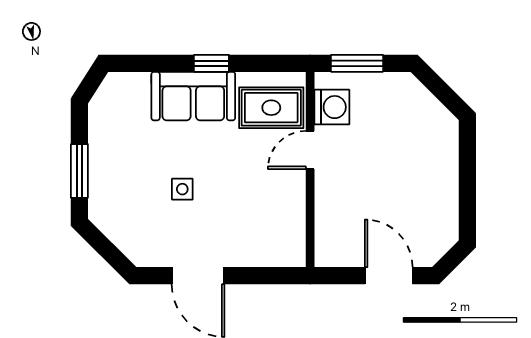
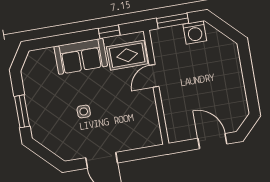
window: (211, 63) -> (109, 32), moved
washing machine: (332, 107) -> (195, 32), moved, turned 90

